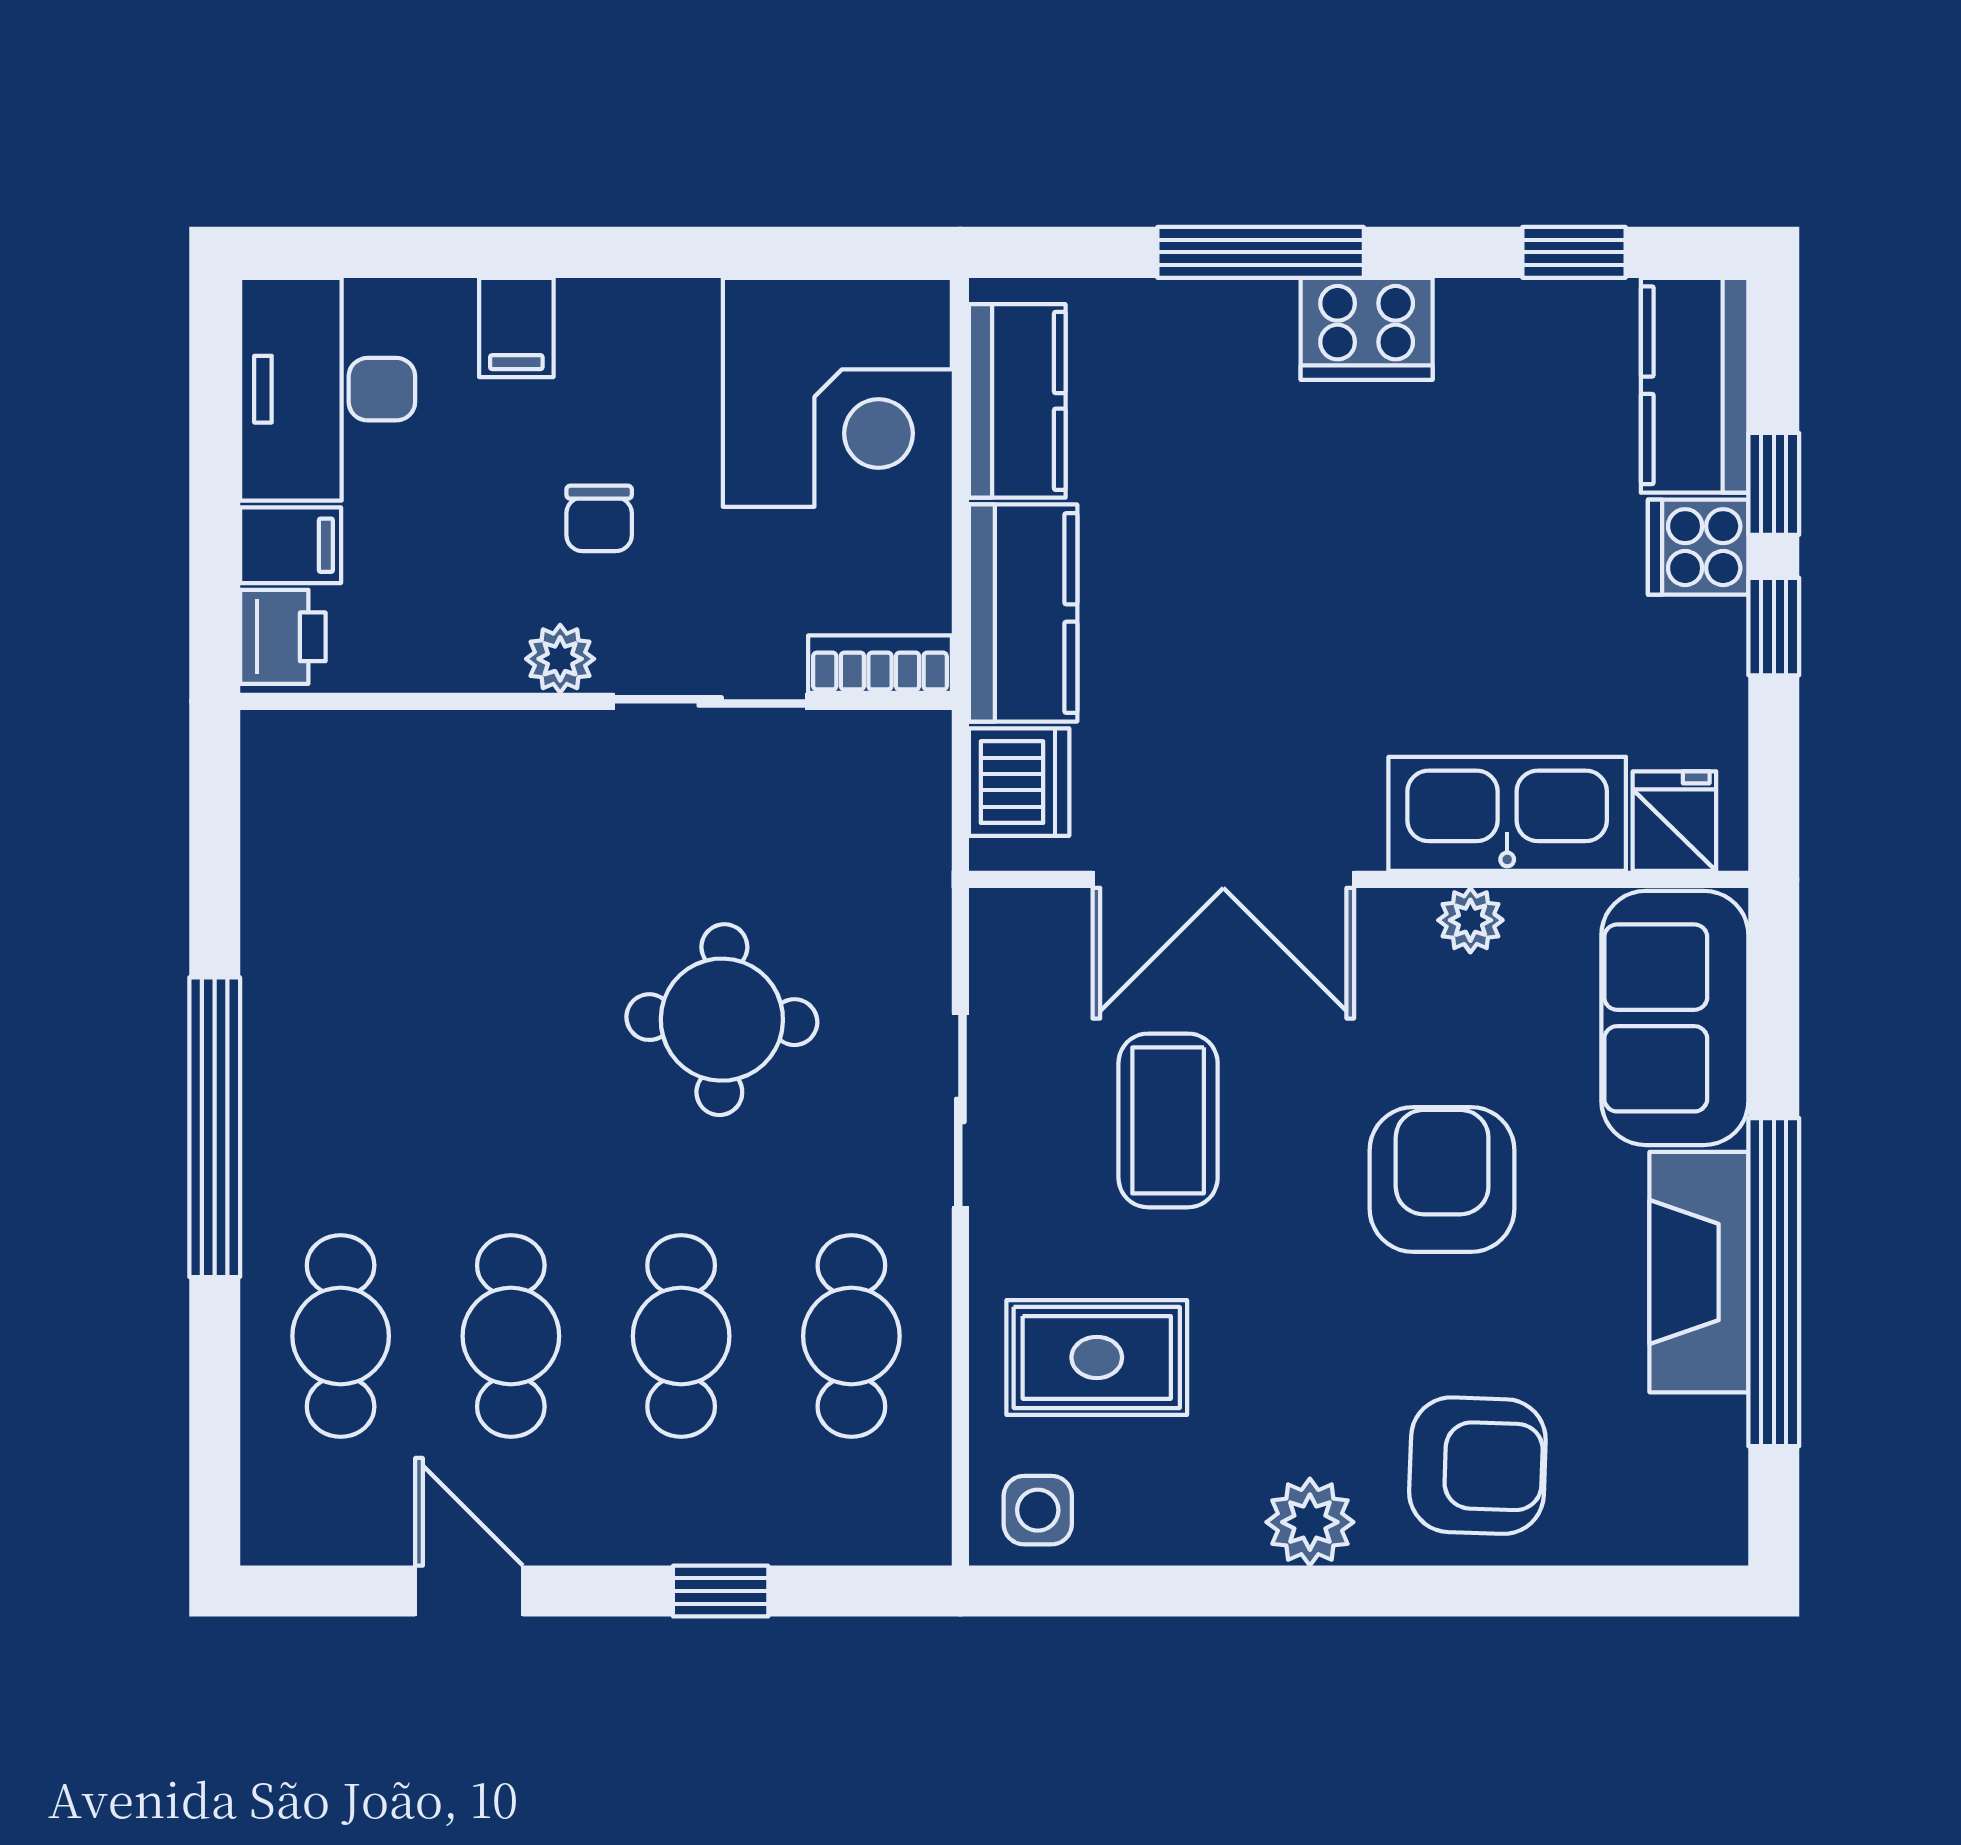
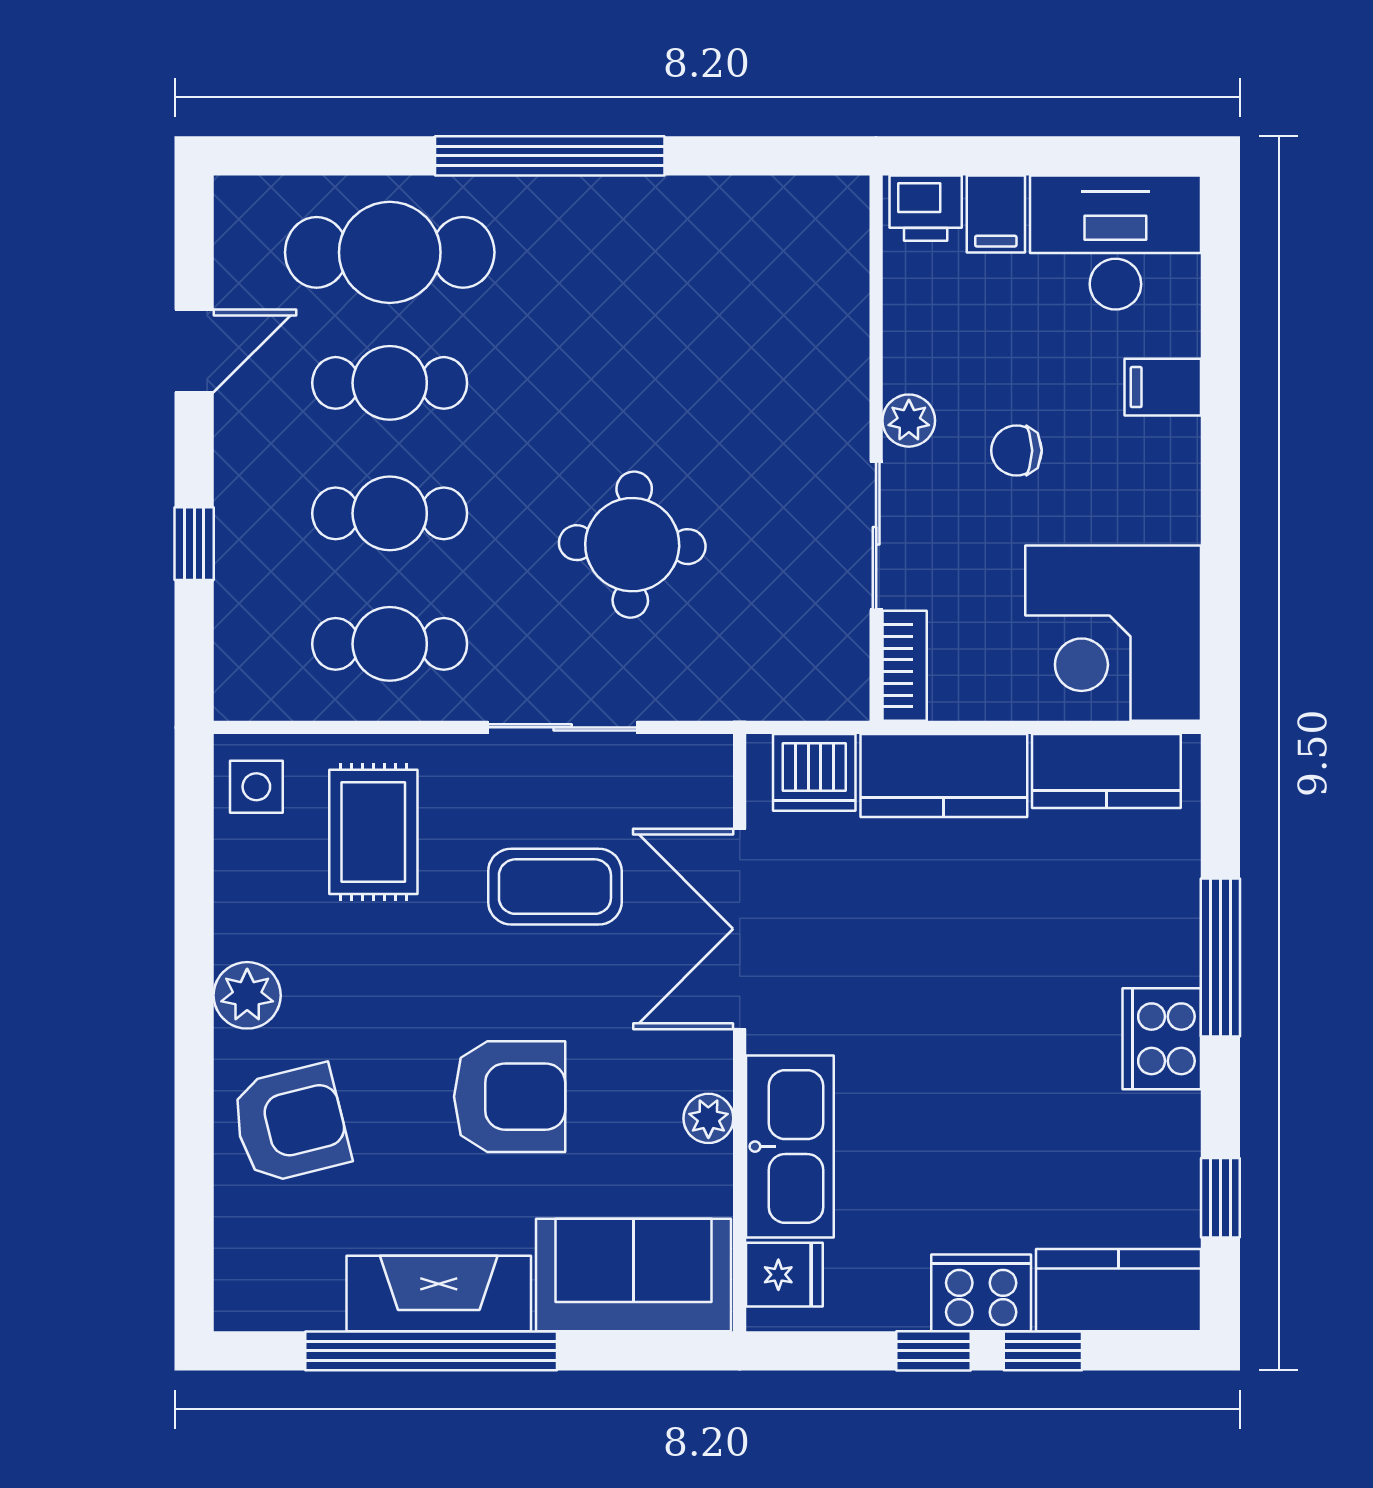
cooker: (1698, 547) -> (981, 1293), width x1.36
cafe table: (341, 1336) -> (390, 252), width x1.37, depth x1.35
armchair: (1477, 1466) -> (290, 1124), turned -106

